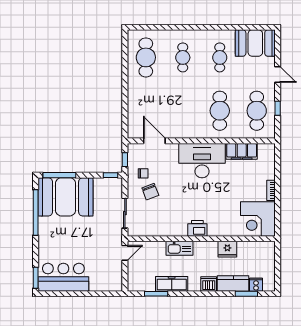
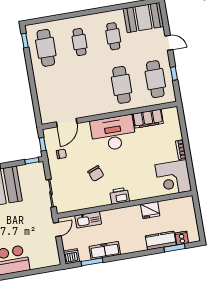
window: (125, 46) -> (25, 41), added
door: (154, 141) -> (67, 123), swing flipped
chair: (150, 192) -> (96, 174), moved
kitchen sink: (180, 248) -> (88, 220), moved
dishwasher: (209, 284) -> (71, 256), moved

